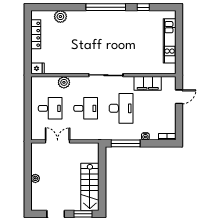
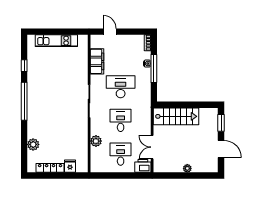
fridge: (38, 68) -> (70, 166), moved
printer: (38, 132) -> (143, 166), added
window: (126, 143) -> (154, 69), moved
stairs: (90, 187) -> (176, 116), moved

